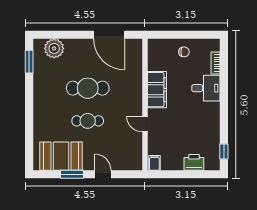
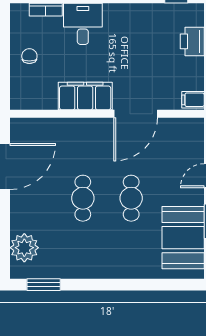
cafe table: (88, 88) -> (83, 198), width x0.73, depth x0.74
door: (145, 124) -> (136, 114), width x1.87

